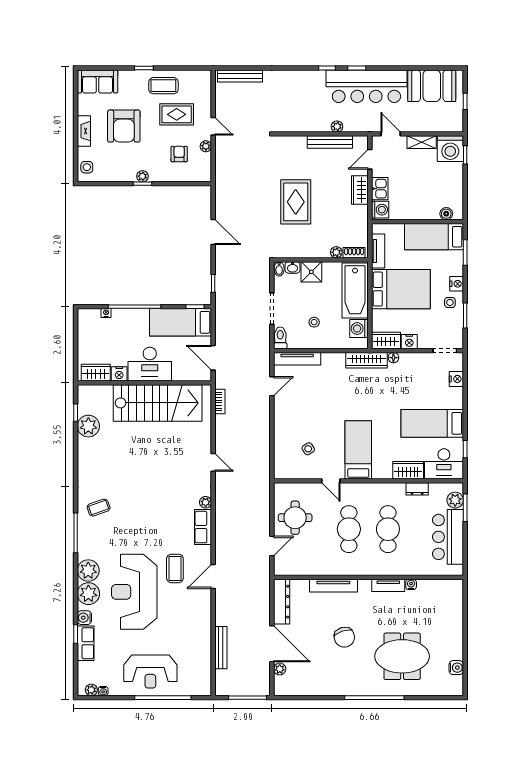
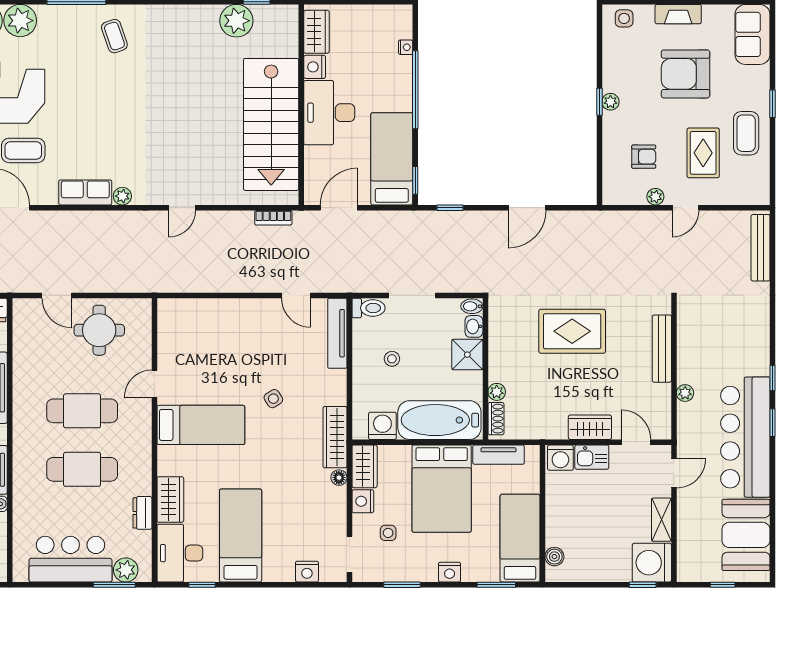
bench: (330, 142) -> (662, 349), moved
side table: (450, 302) -> (388, 533), moved
side table: (308, 449) -> (273, 399), moved

